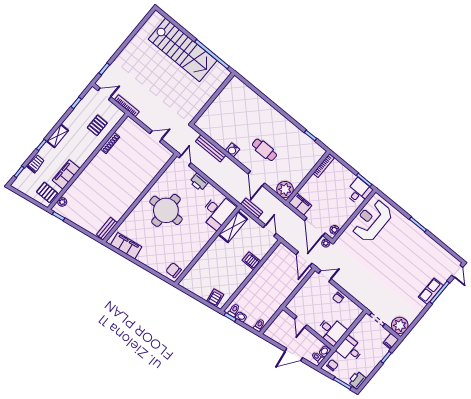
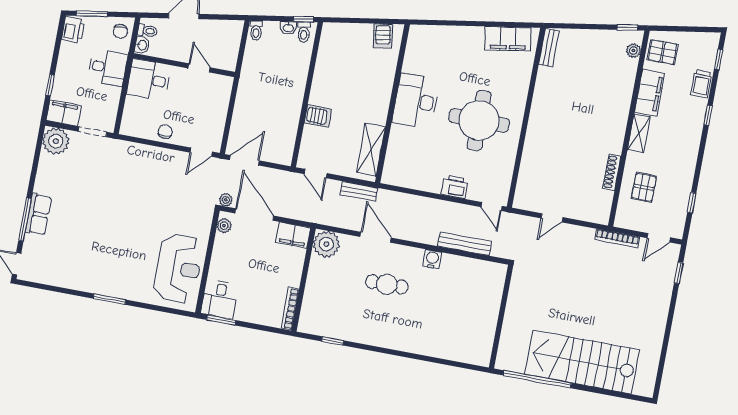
shelving: (58, 136) -> (639, 133), moved
desk: (218, 211) -> (416, 101), moved
door: (304, 259) -> (244, 160), hinge flipped
chair: (174, 270) -> (421, 41), removed
server rack: (215, 298) -> (383, 36), moved
filing cabinet: (391, 341) -> (64, 113), width x2.00

